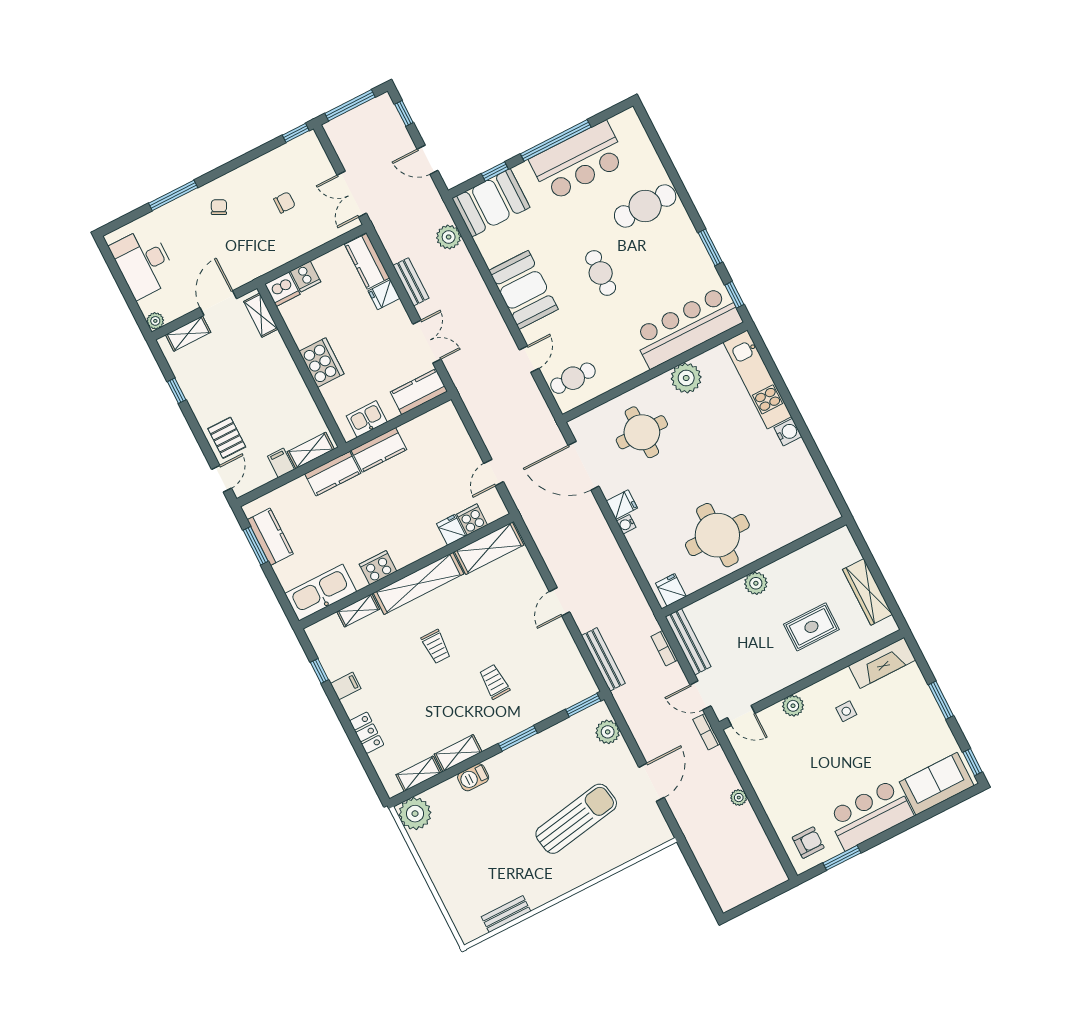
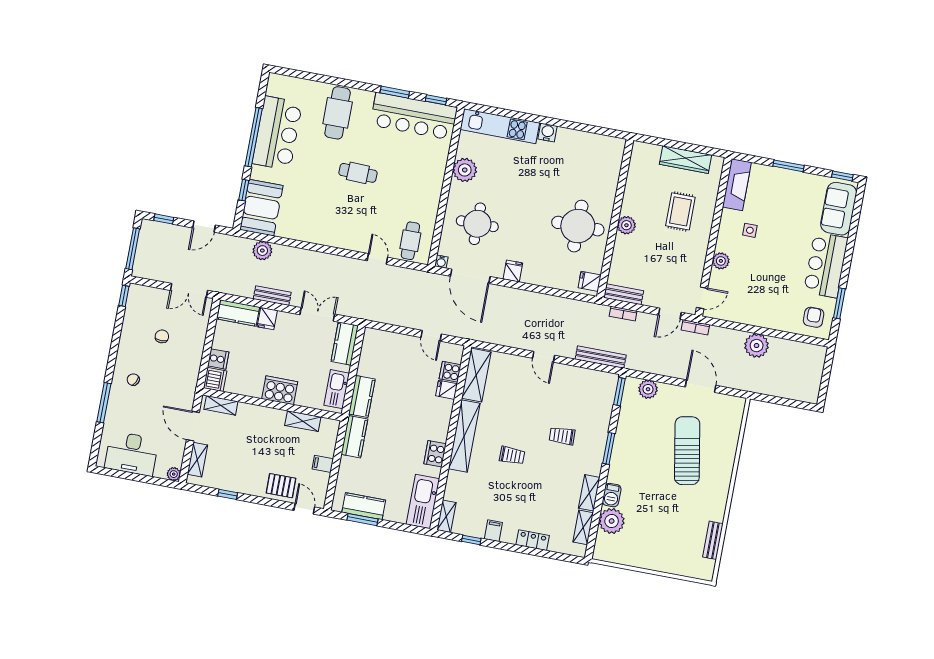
booth: (524, 290) -> (331, 229), removed
bar counter: (687, 327) -> (414, 116), moved, turned -90
kitchen sink: (367, 419) -> (337, 389), width x1.38
shelving: (311, 450) -> (303, 421), moved, turned 90
door: (584, 466) -> (470, 276), hinge flipped
water cooler: (626, 524) -> (441, 262), moved
shelving: (358, 610) -> (446, 516), moved
bench: (688, 642) -> (624, 294), width x0.73
plant: (739, 798) -> (757, 346), width x1.88, depth x1.88
plant: (415, 814) -> (612, 521), moved

